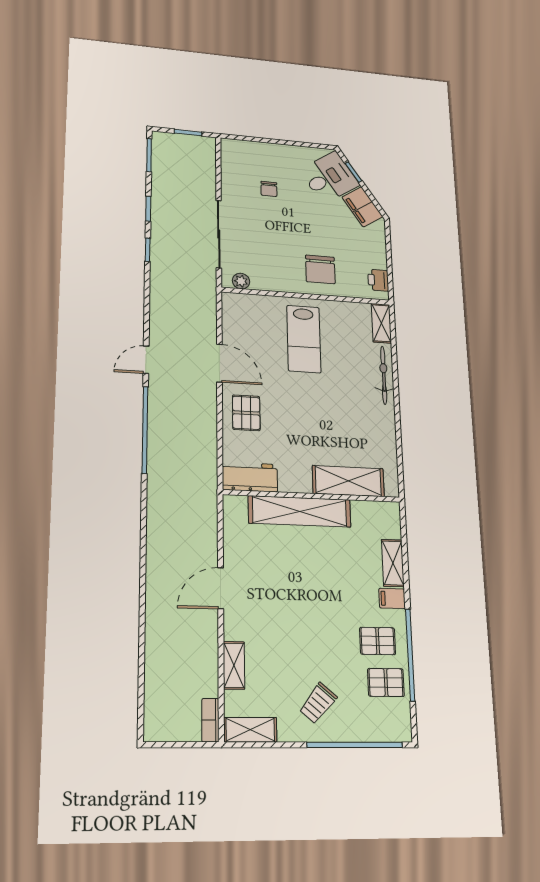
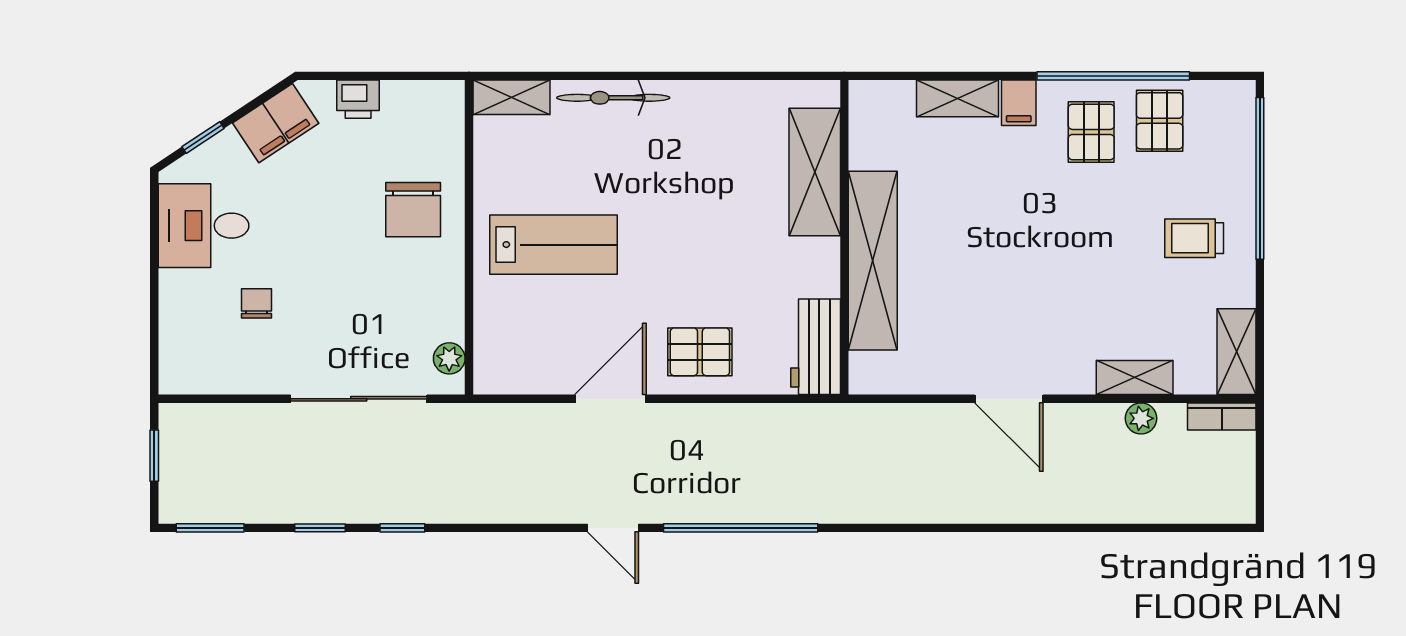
desk: (329, 177) -> (204, 226), moved, turned -57
chair: (269, 189) -> (257, 303), turned -90
chair: (320, 269) -> (413, 210), turned 90
printer: (378, 280) -> (358, 99), moved
plant: (209, 669) -> (1141, 418), added
trolley: (318, 703) -> (1194, 238), turned 140

